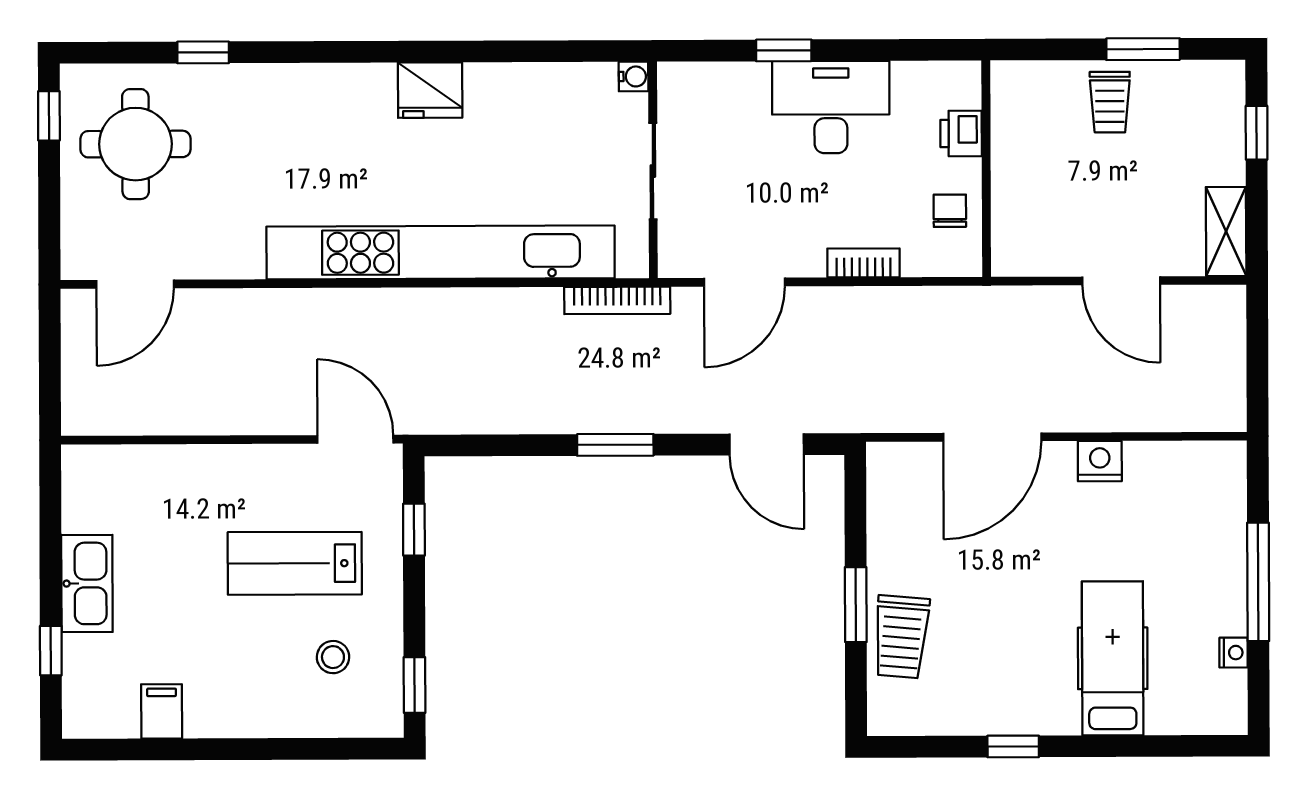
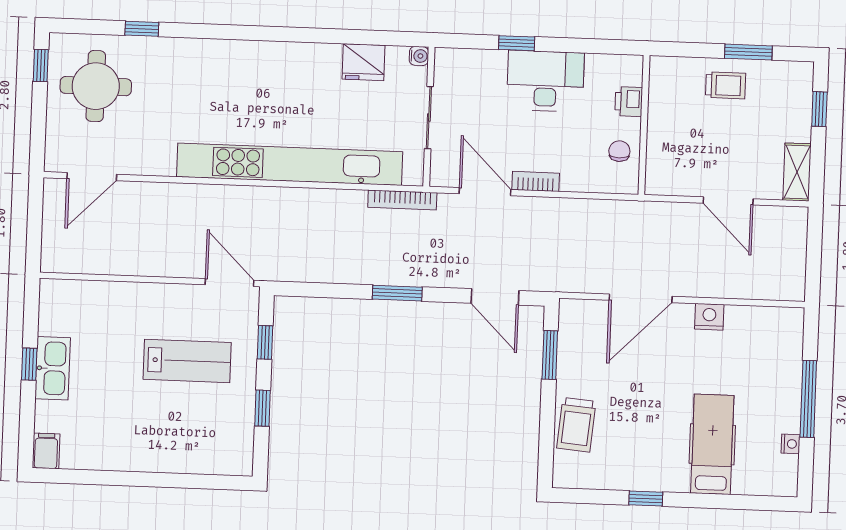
fridge: (430, 90) -> (363, 62), moved
trolley: (1110, 102) -> (726, 85), turned -90
bookcase: (863, 263) -> (536, 181), moved
door: (744, 282) -> (485, 192), swing flipped
lab bench: (295, 563) -> (187, 361), turned 180
window: (856, 605) -> (550, 355), moved
window: (51, 651) -> (29, 364), moved
stool: (333, 657) -> (209, 422), removed
window: (415, 685) -> (262, 408), moved
filing cabinet: (162, 711) -> (46, 451), moved

